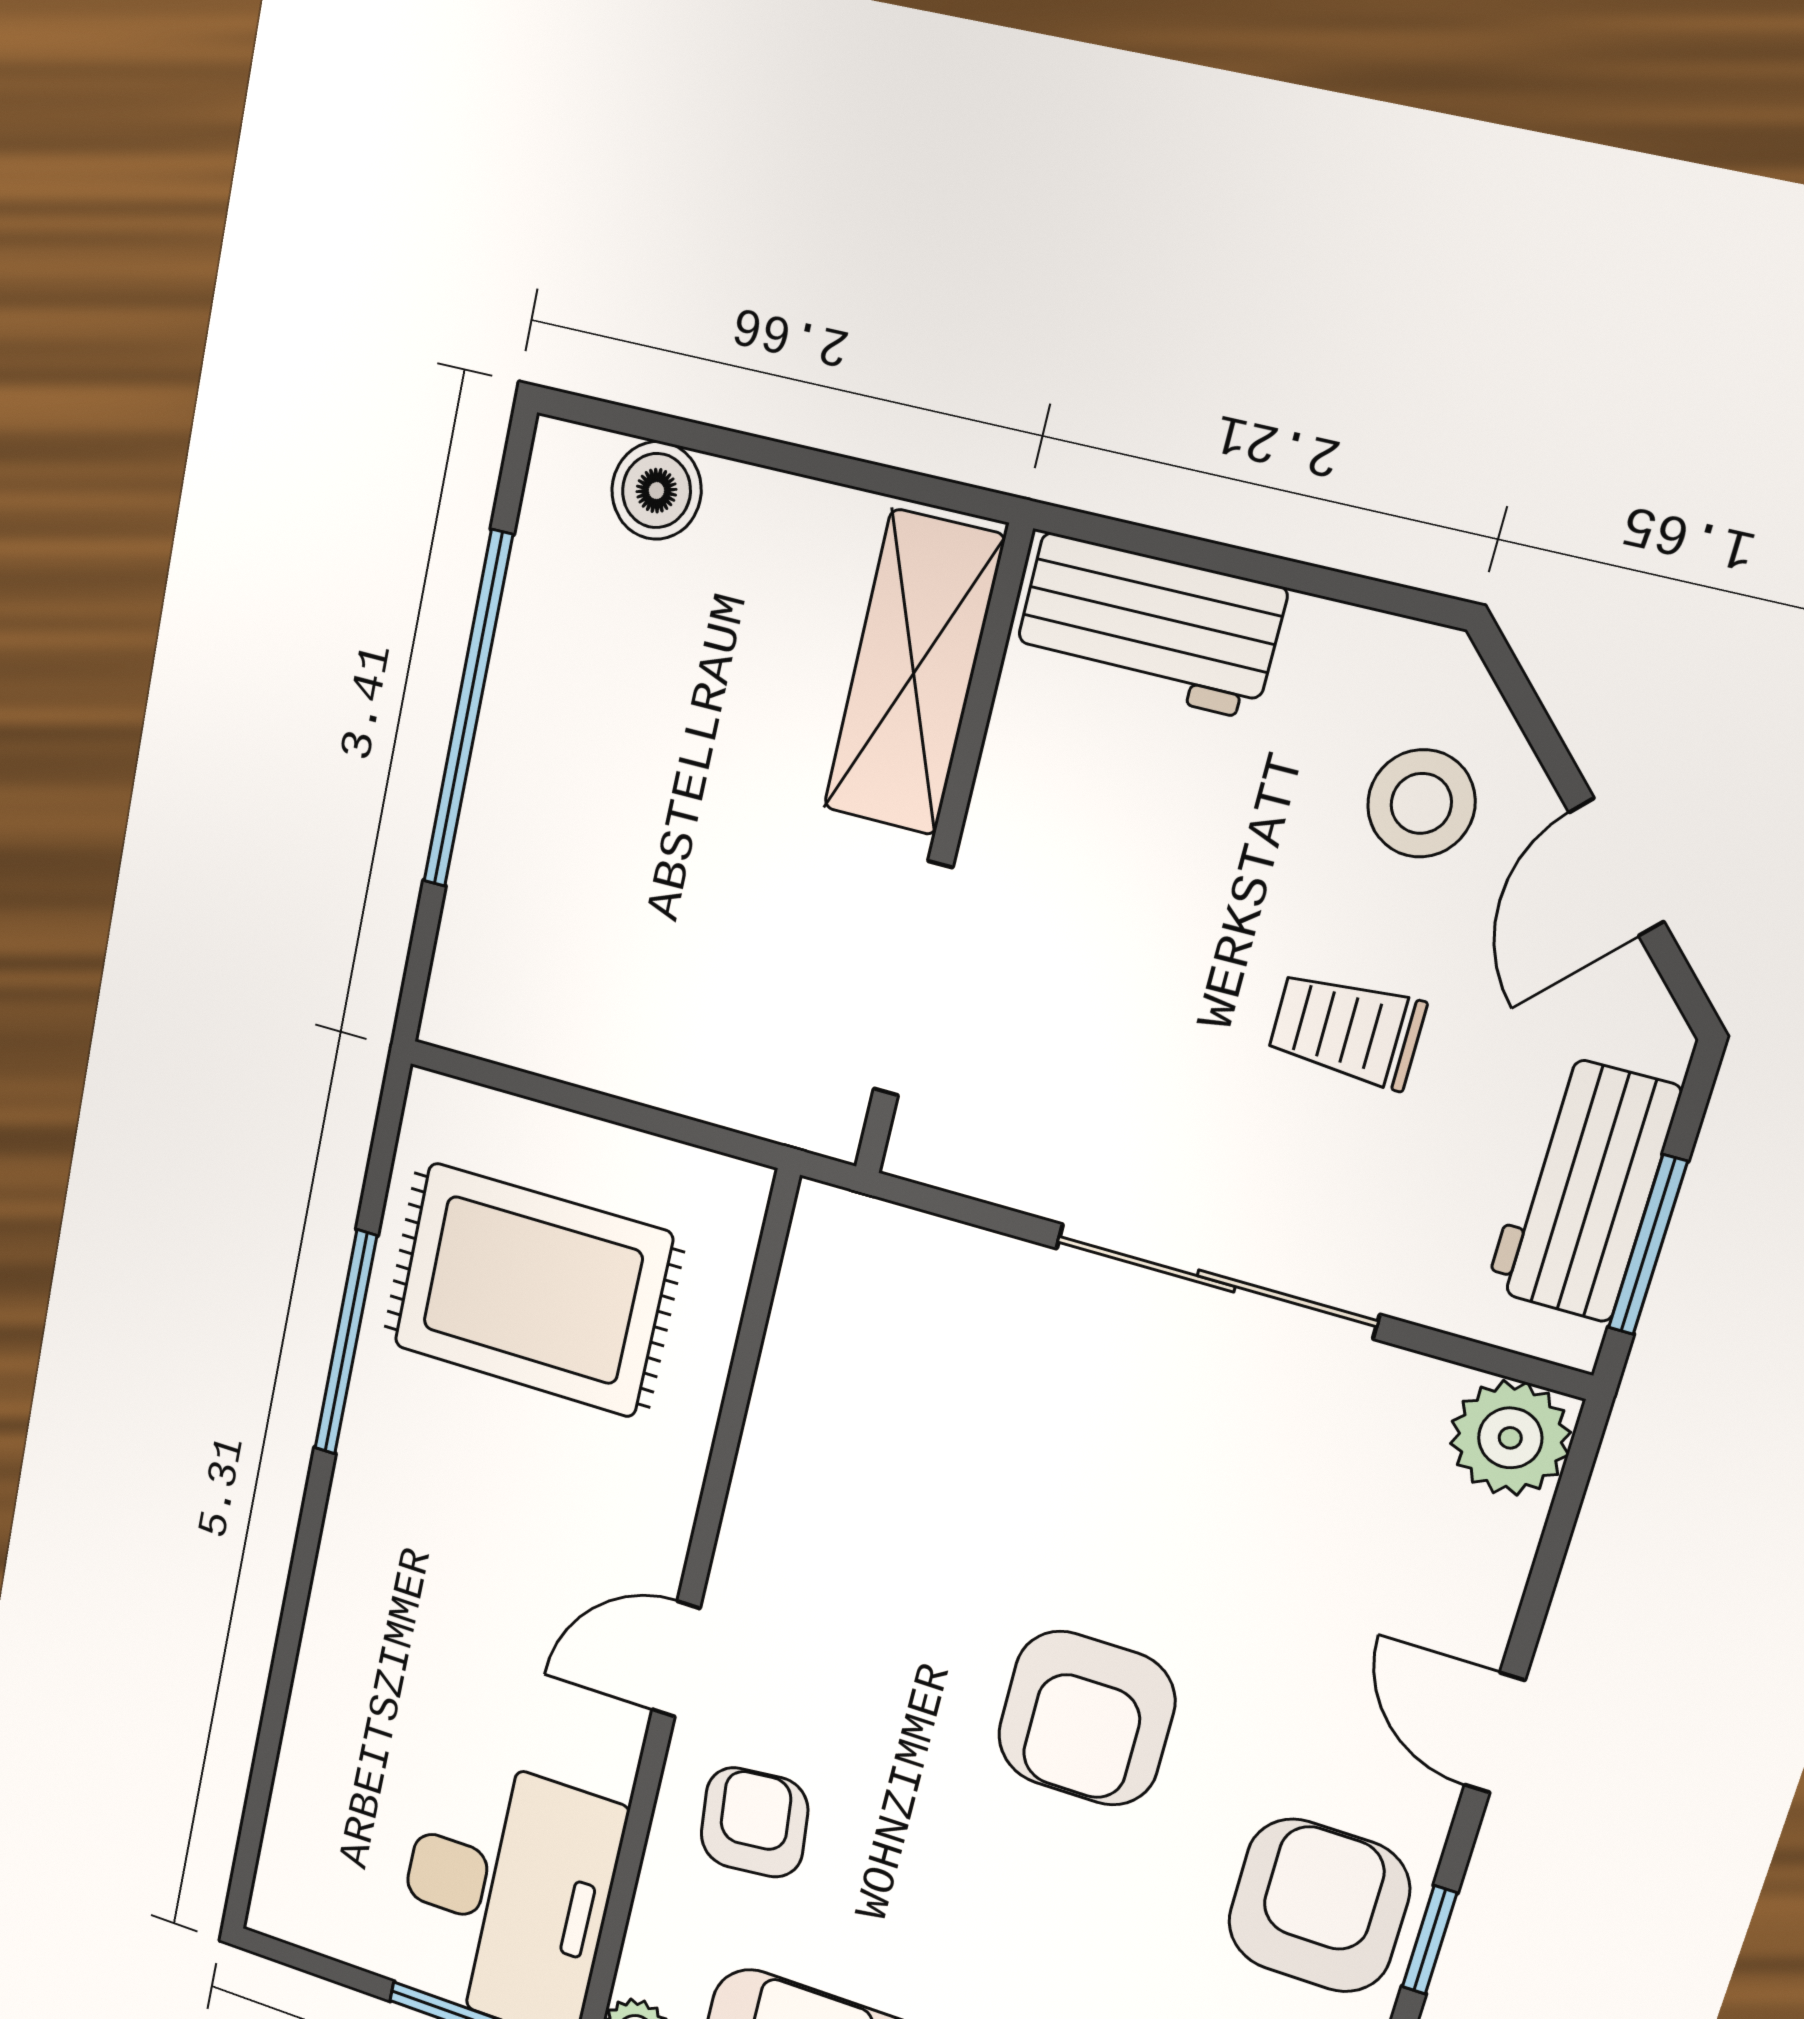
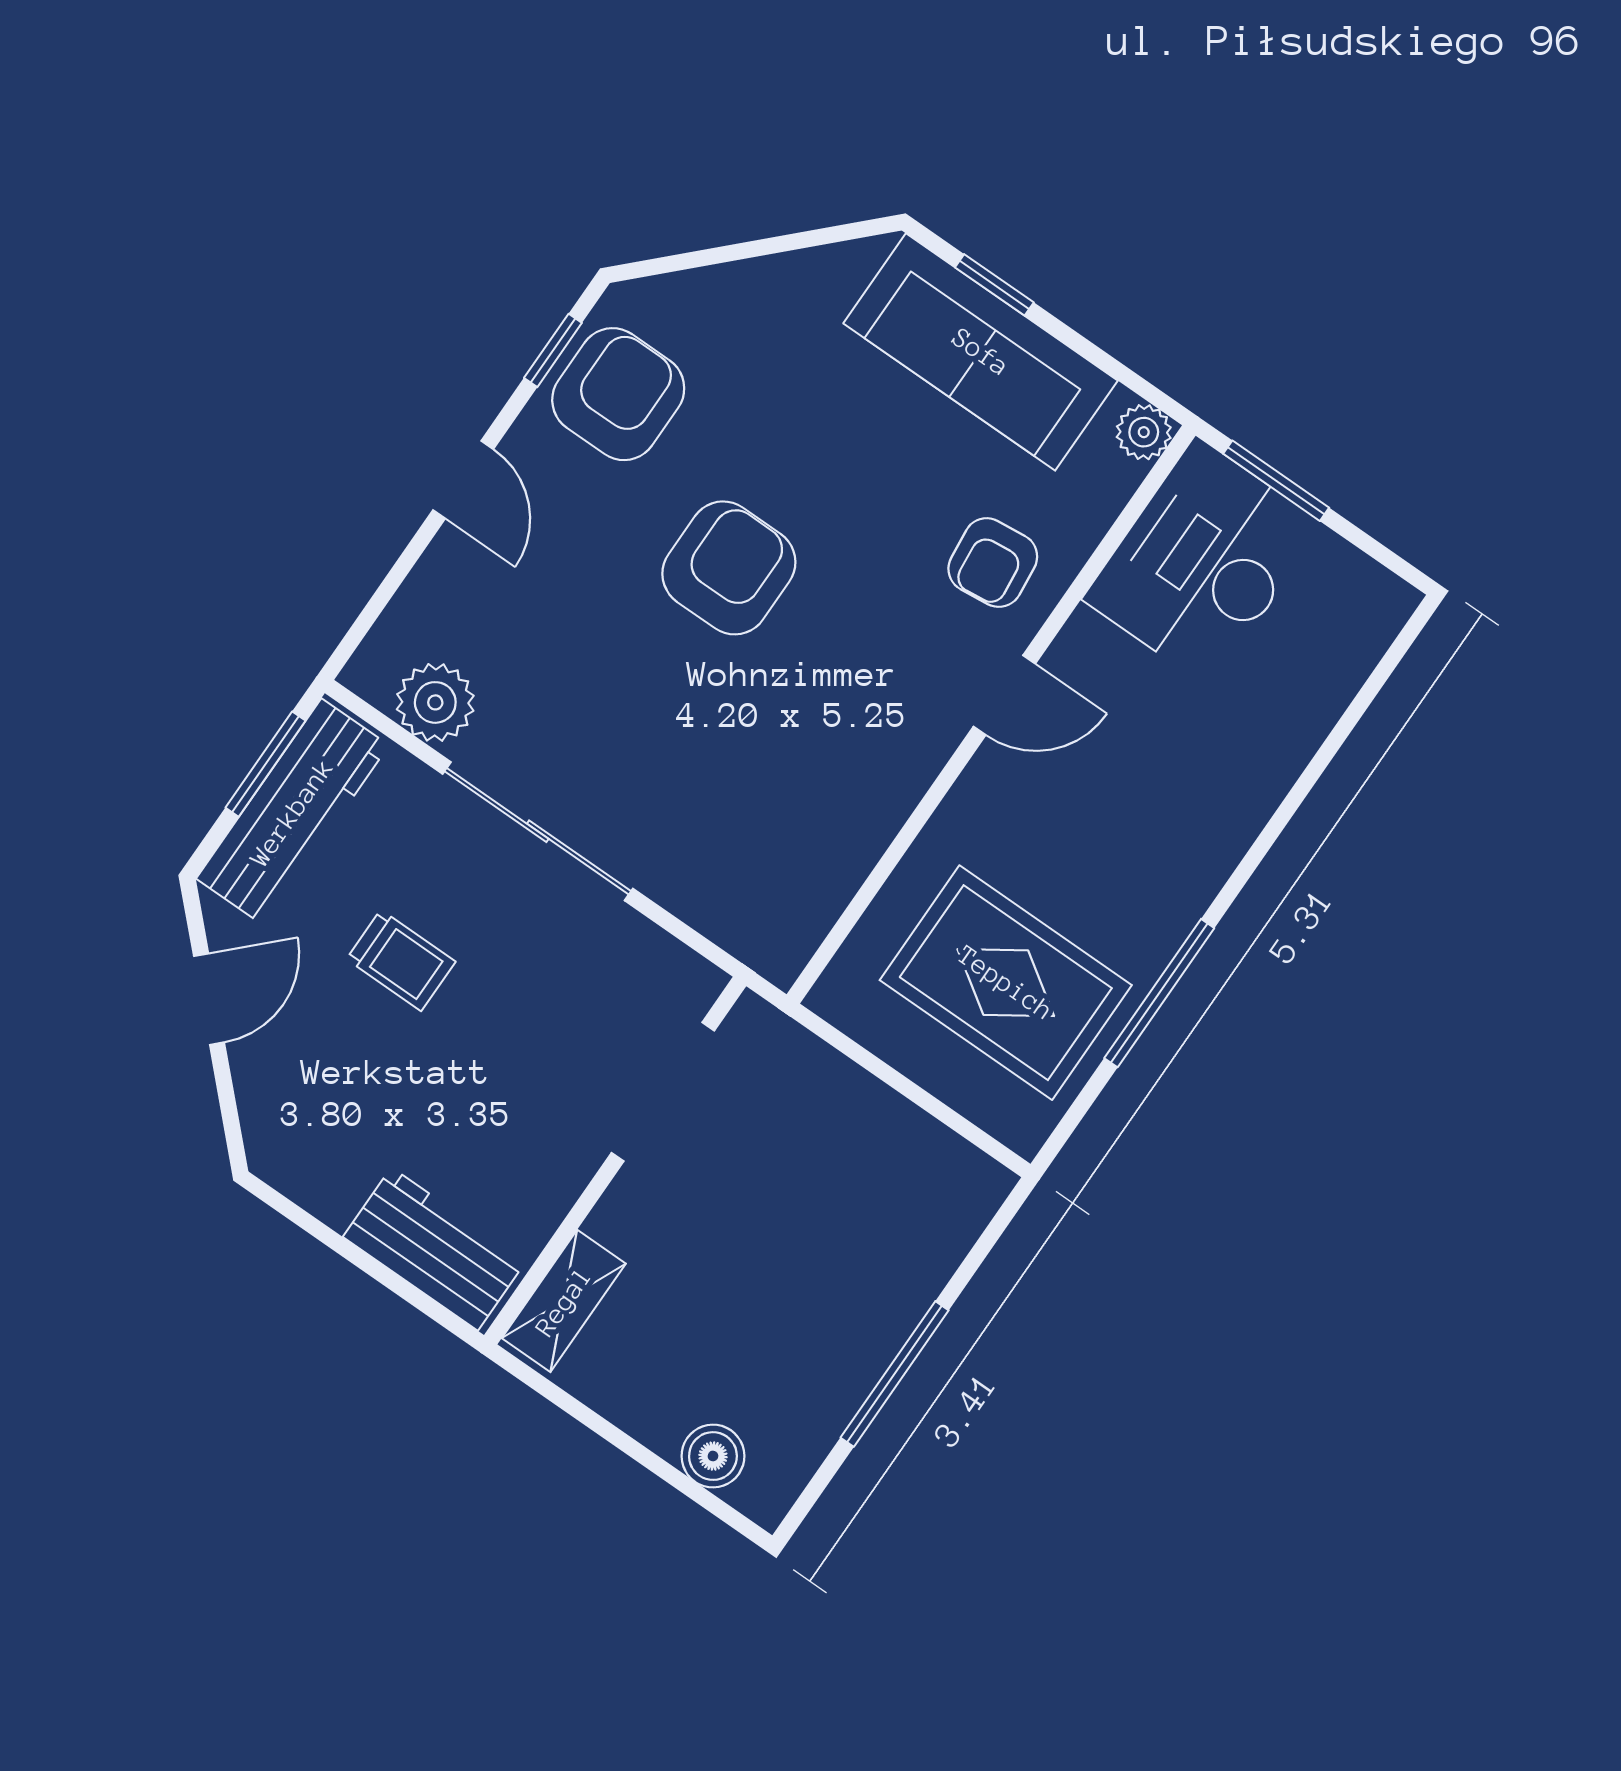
shelving: (913, 673) -> (564, 1301), width x0.67, depth x0.75
window: (468, 710) -> (895, 1374), width x0.68
stool: (1421, 803) -> (309, 1080), removed
workbench: (1583, 1189) -> (292, 812), width x1.38
plant: (1510, 1438) -> (435, 702), moved
armchair: (1319, 1906) -> (618, 394), turned 180

